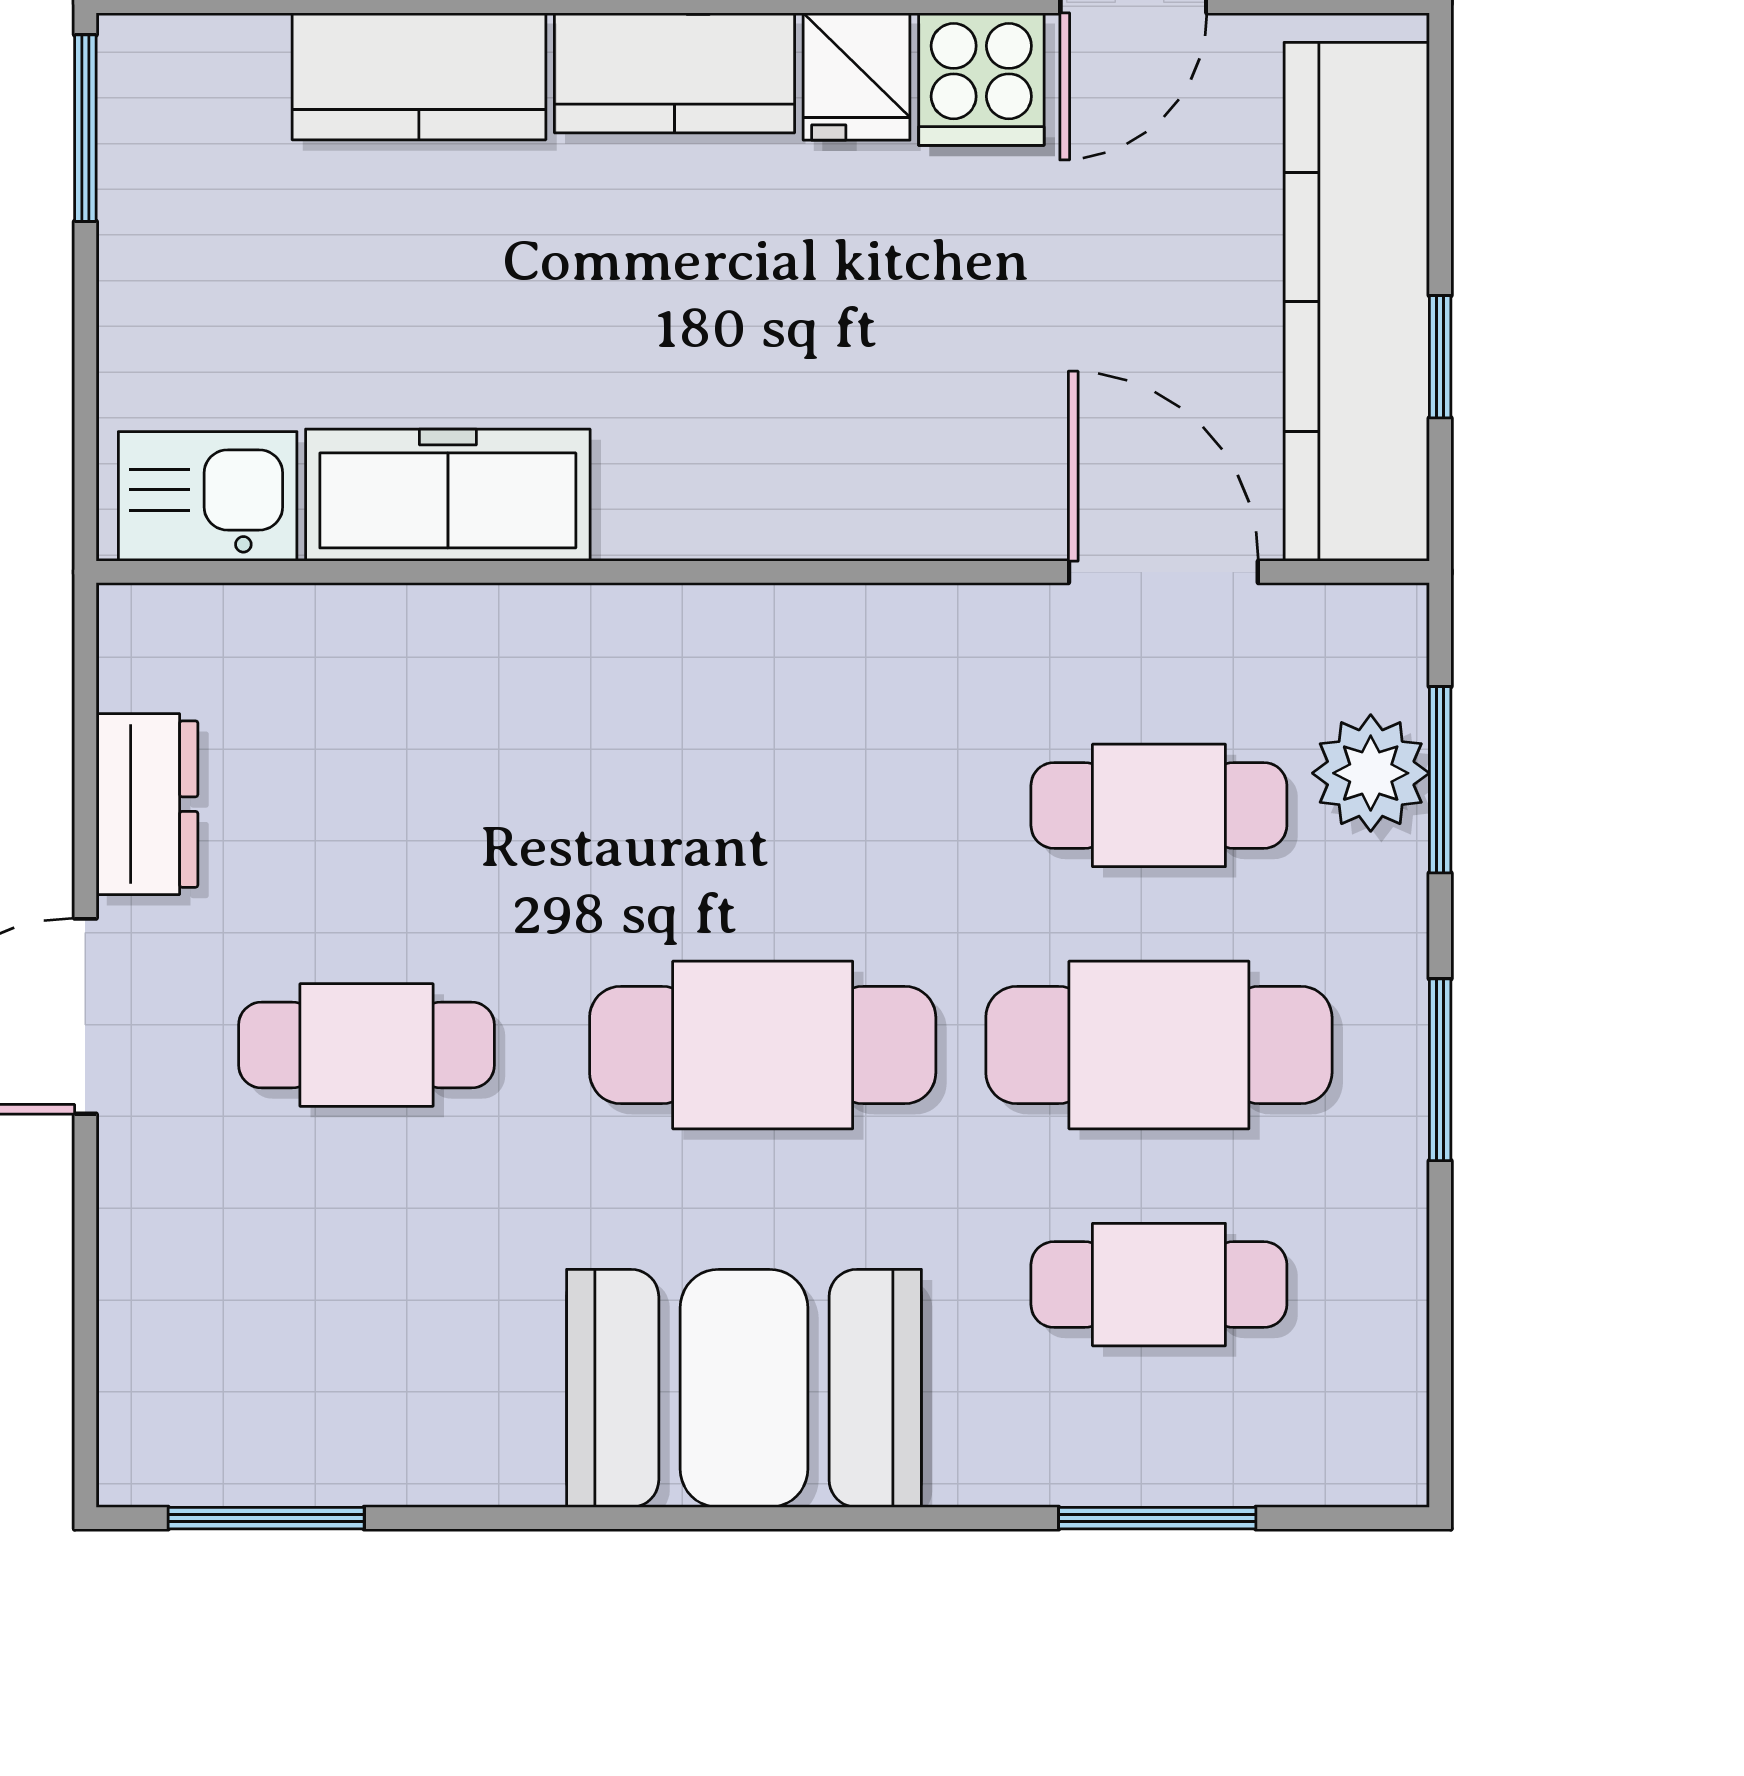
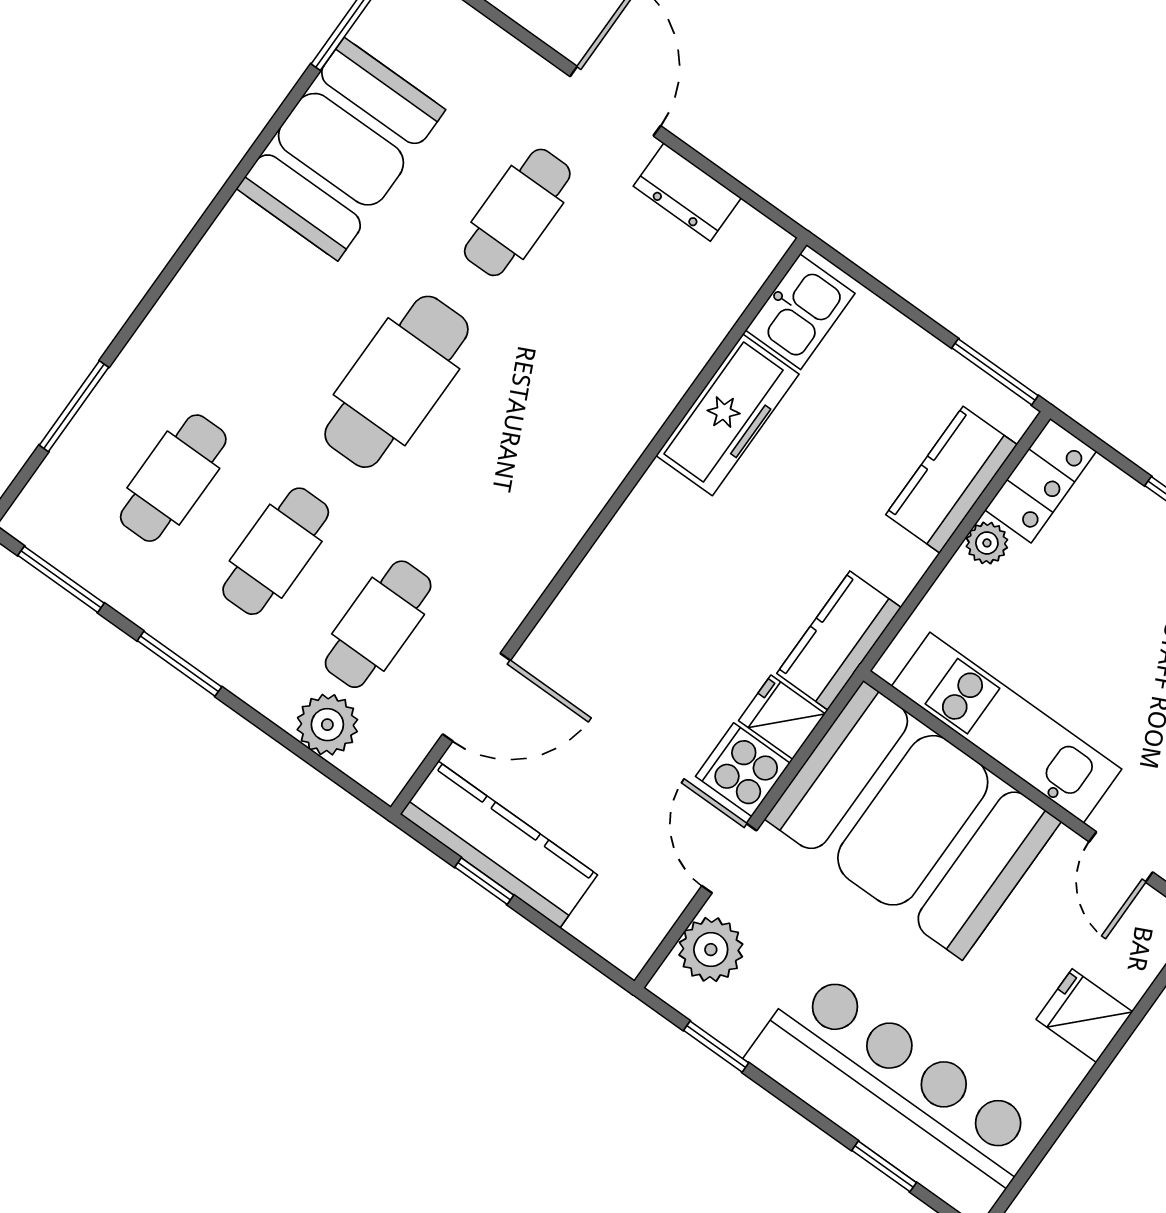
kitchen counter: (419, 76) -> (951, 480), moved
kitchen counter: (1357, 302) -> (499, 845), width x0.72, depth x0.86
window: (1440, 780) -> (61, 579), moved
cafe table: (1159, 1045) -> (276, 551), width x0.73, depth x0.74
booth: (744, 1388) -> (341, 149), moved

